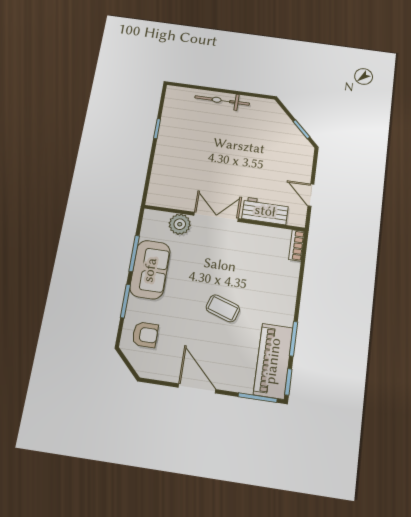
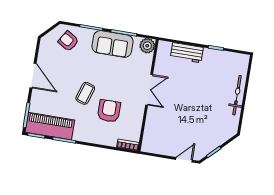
door: (311, 195) -> (184, 160), moved
workbench: (265, 211) -> (187, 53), moved, turned 90
plant: (180, 224) -> (147, 46), moved
armchair: (248, 273) -> (109, 111), added
armchair: (145, 335) -> (68, 41), turned 122
door: (197, 388) -> (33, 76), hinge flipped

